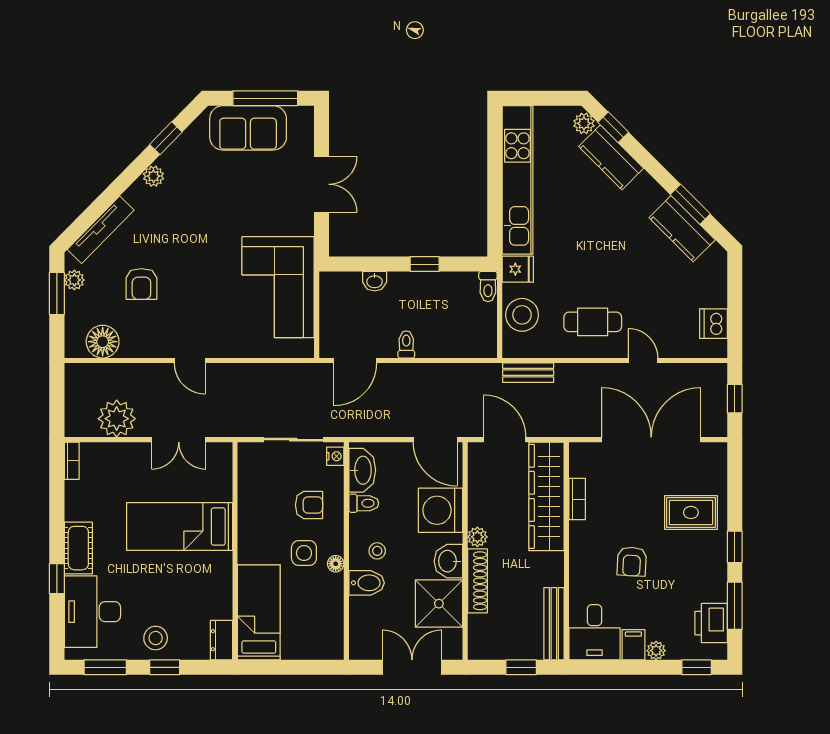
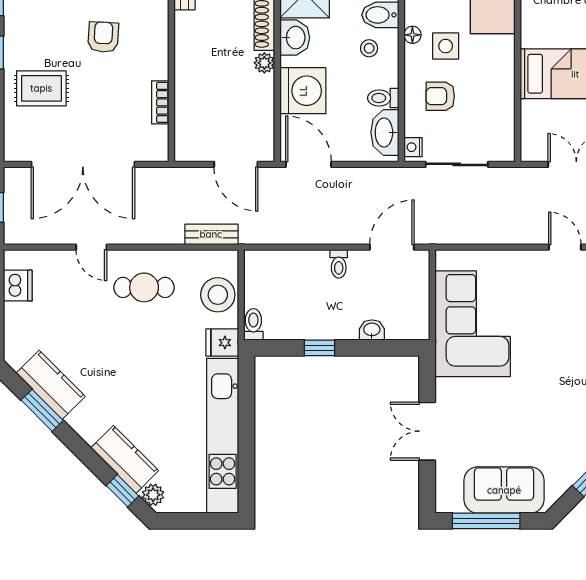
wardrobe: (546, 496) -> (192, 105), removed

